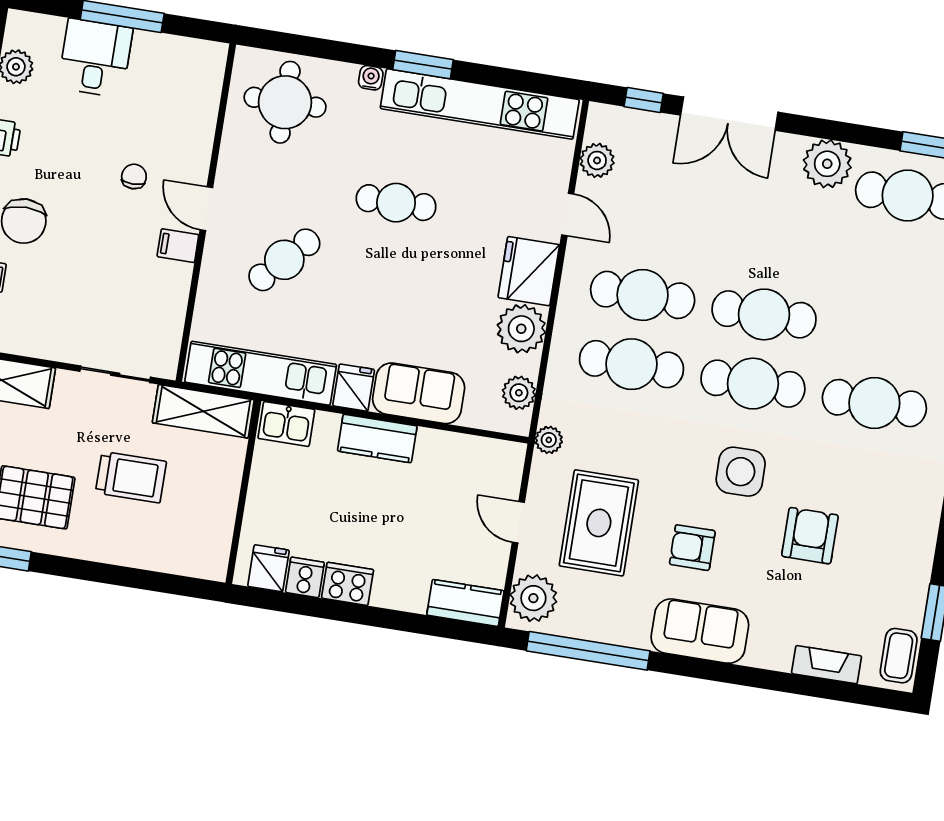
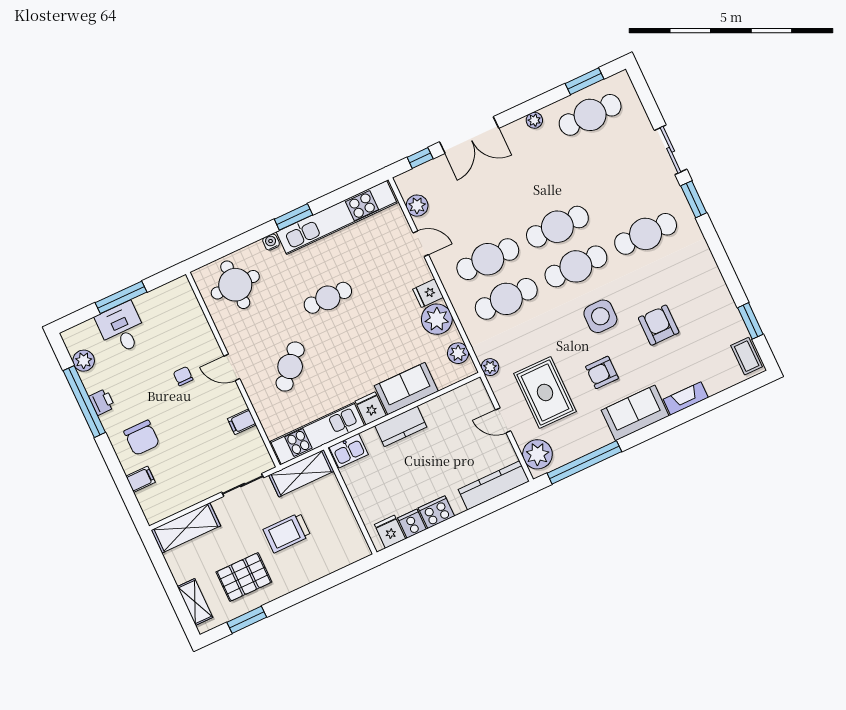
plant: (827, 164) -> (534, 120), width x0.53, depth x0.53
filing cabinet: (178, 246) -> (242, 422), moved
fridge: (529, 271) -> (428, 293), width x0.53, depth x0.75
trolley: (131, 477) -> (287, 533), turned 180
kitchen counter: (465, 603) -> (494, 485), width x1.50
fireplace: (827, 665) -> (686, 398), moved

